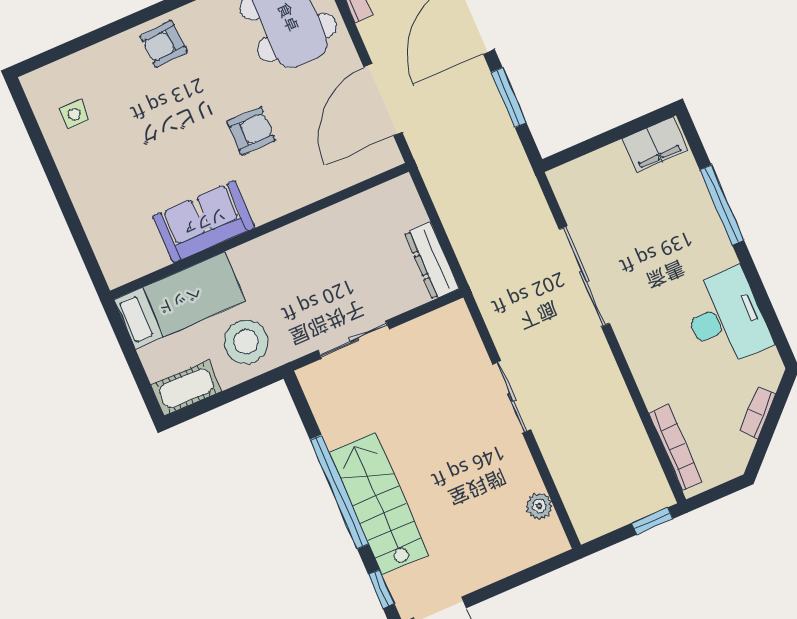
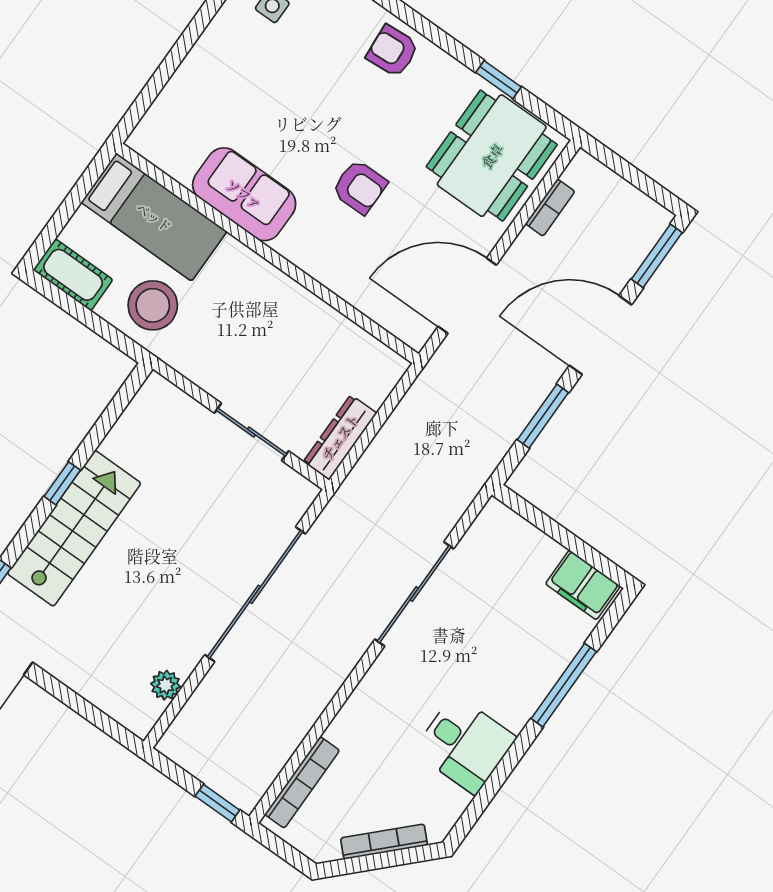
desk: (726, 318) -> (465, 744), width x0.73
sliding door: (354, 340) -> (251, 432), moved
sliding door: (512, 397) -> (255, 594), width x1.86
bookcase: (758, 413) -> (384, 842), width x1.56
window: (339, 492) -> (62, 483), width x0.32

